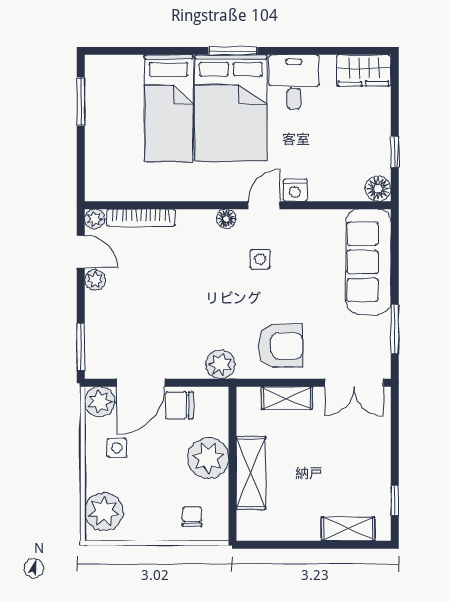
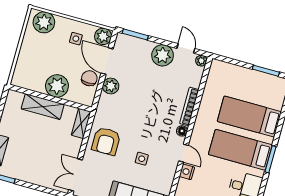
bed: (231, 108) -> (240, 150), width x0.67
bookcase: (141, 218) -> (189, 107), moved
door: (81, 252) -> (186, 48), swing flipped
side table: (260, 259) -> (142, 159), moved
plant: (95, 280) -> (163, 55), width x1.87, depth x1.87
plant: (220, 364) -> (111, 86), moved
shelving: (287, 398) -> (81, 123), moved
chair: (192, 517) -> (28, 69), removed

